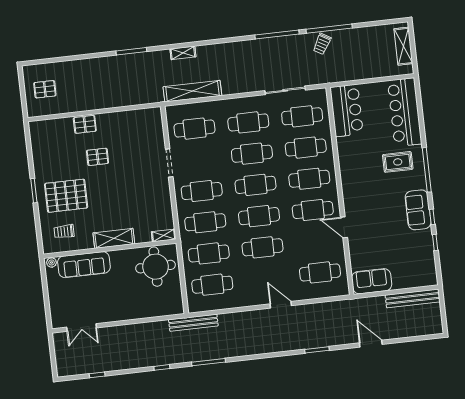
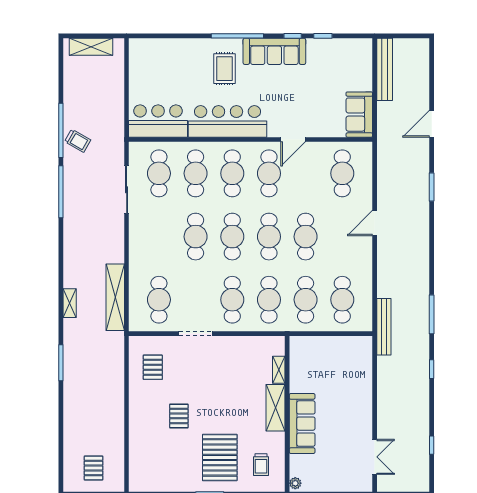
bar counter: (405, 112) -> (228, 121), moved, turned 180
cafe table: (248, 122) -> (159, 237), removed
pallet: (85, 124) -> (153, 367), moved
sofa: (418, 210) -> (274, 51), width x1.36
shelving: (164, 235) -> (279, 370), moved
sofa: (84, 265) -> (302, 424), moved
round table: (155, 267) -> (314, 363), removed

